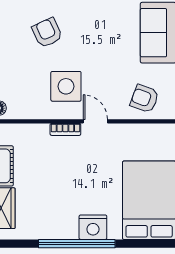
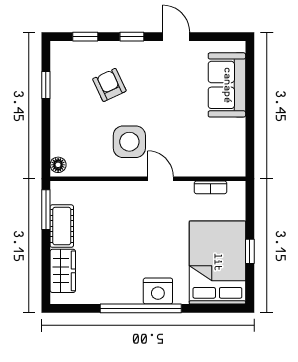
armchair: (145, 99) -> (213, 155), removed
bookcase: (65, 129) -> (210, 187), moved

